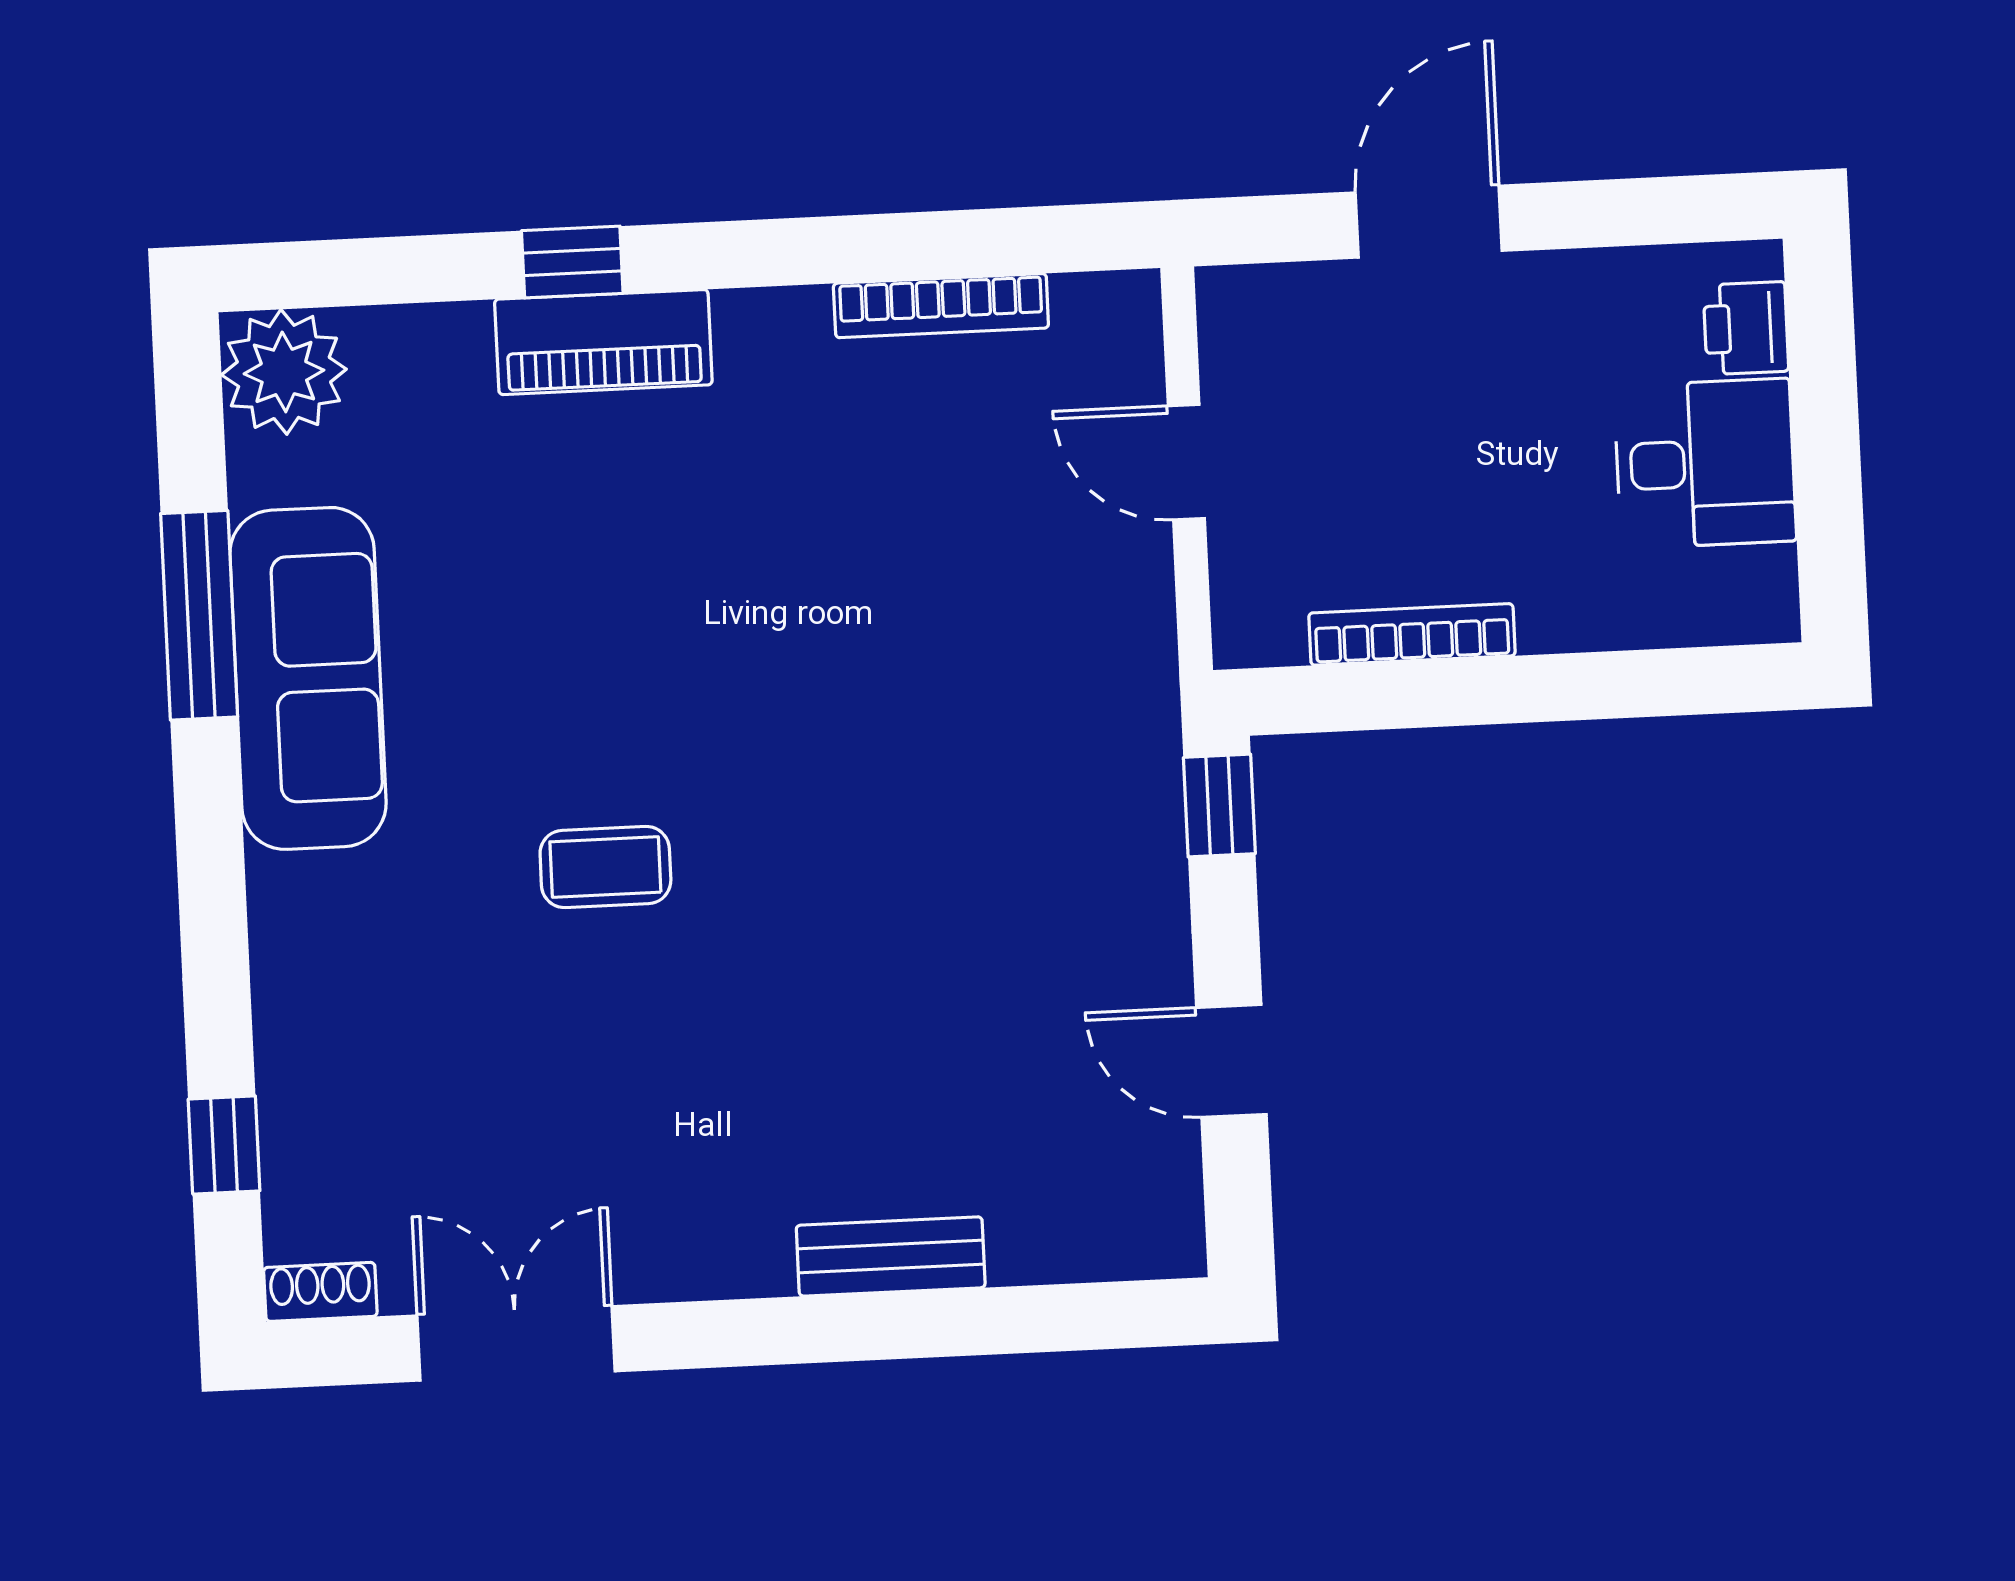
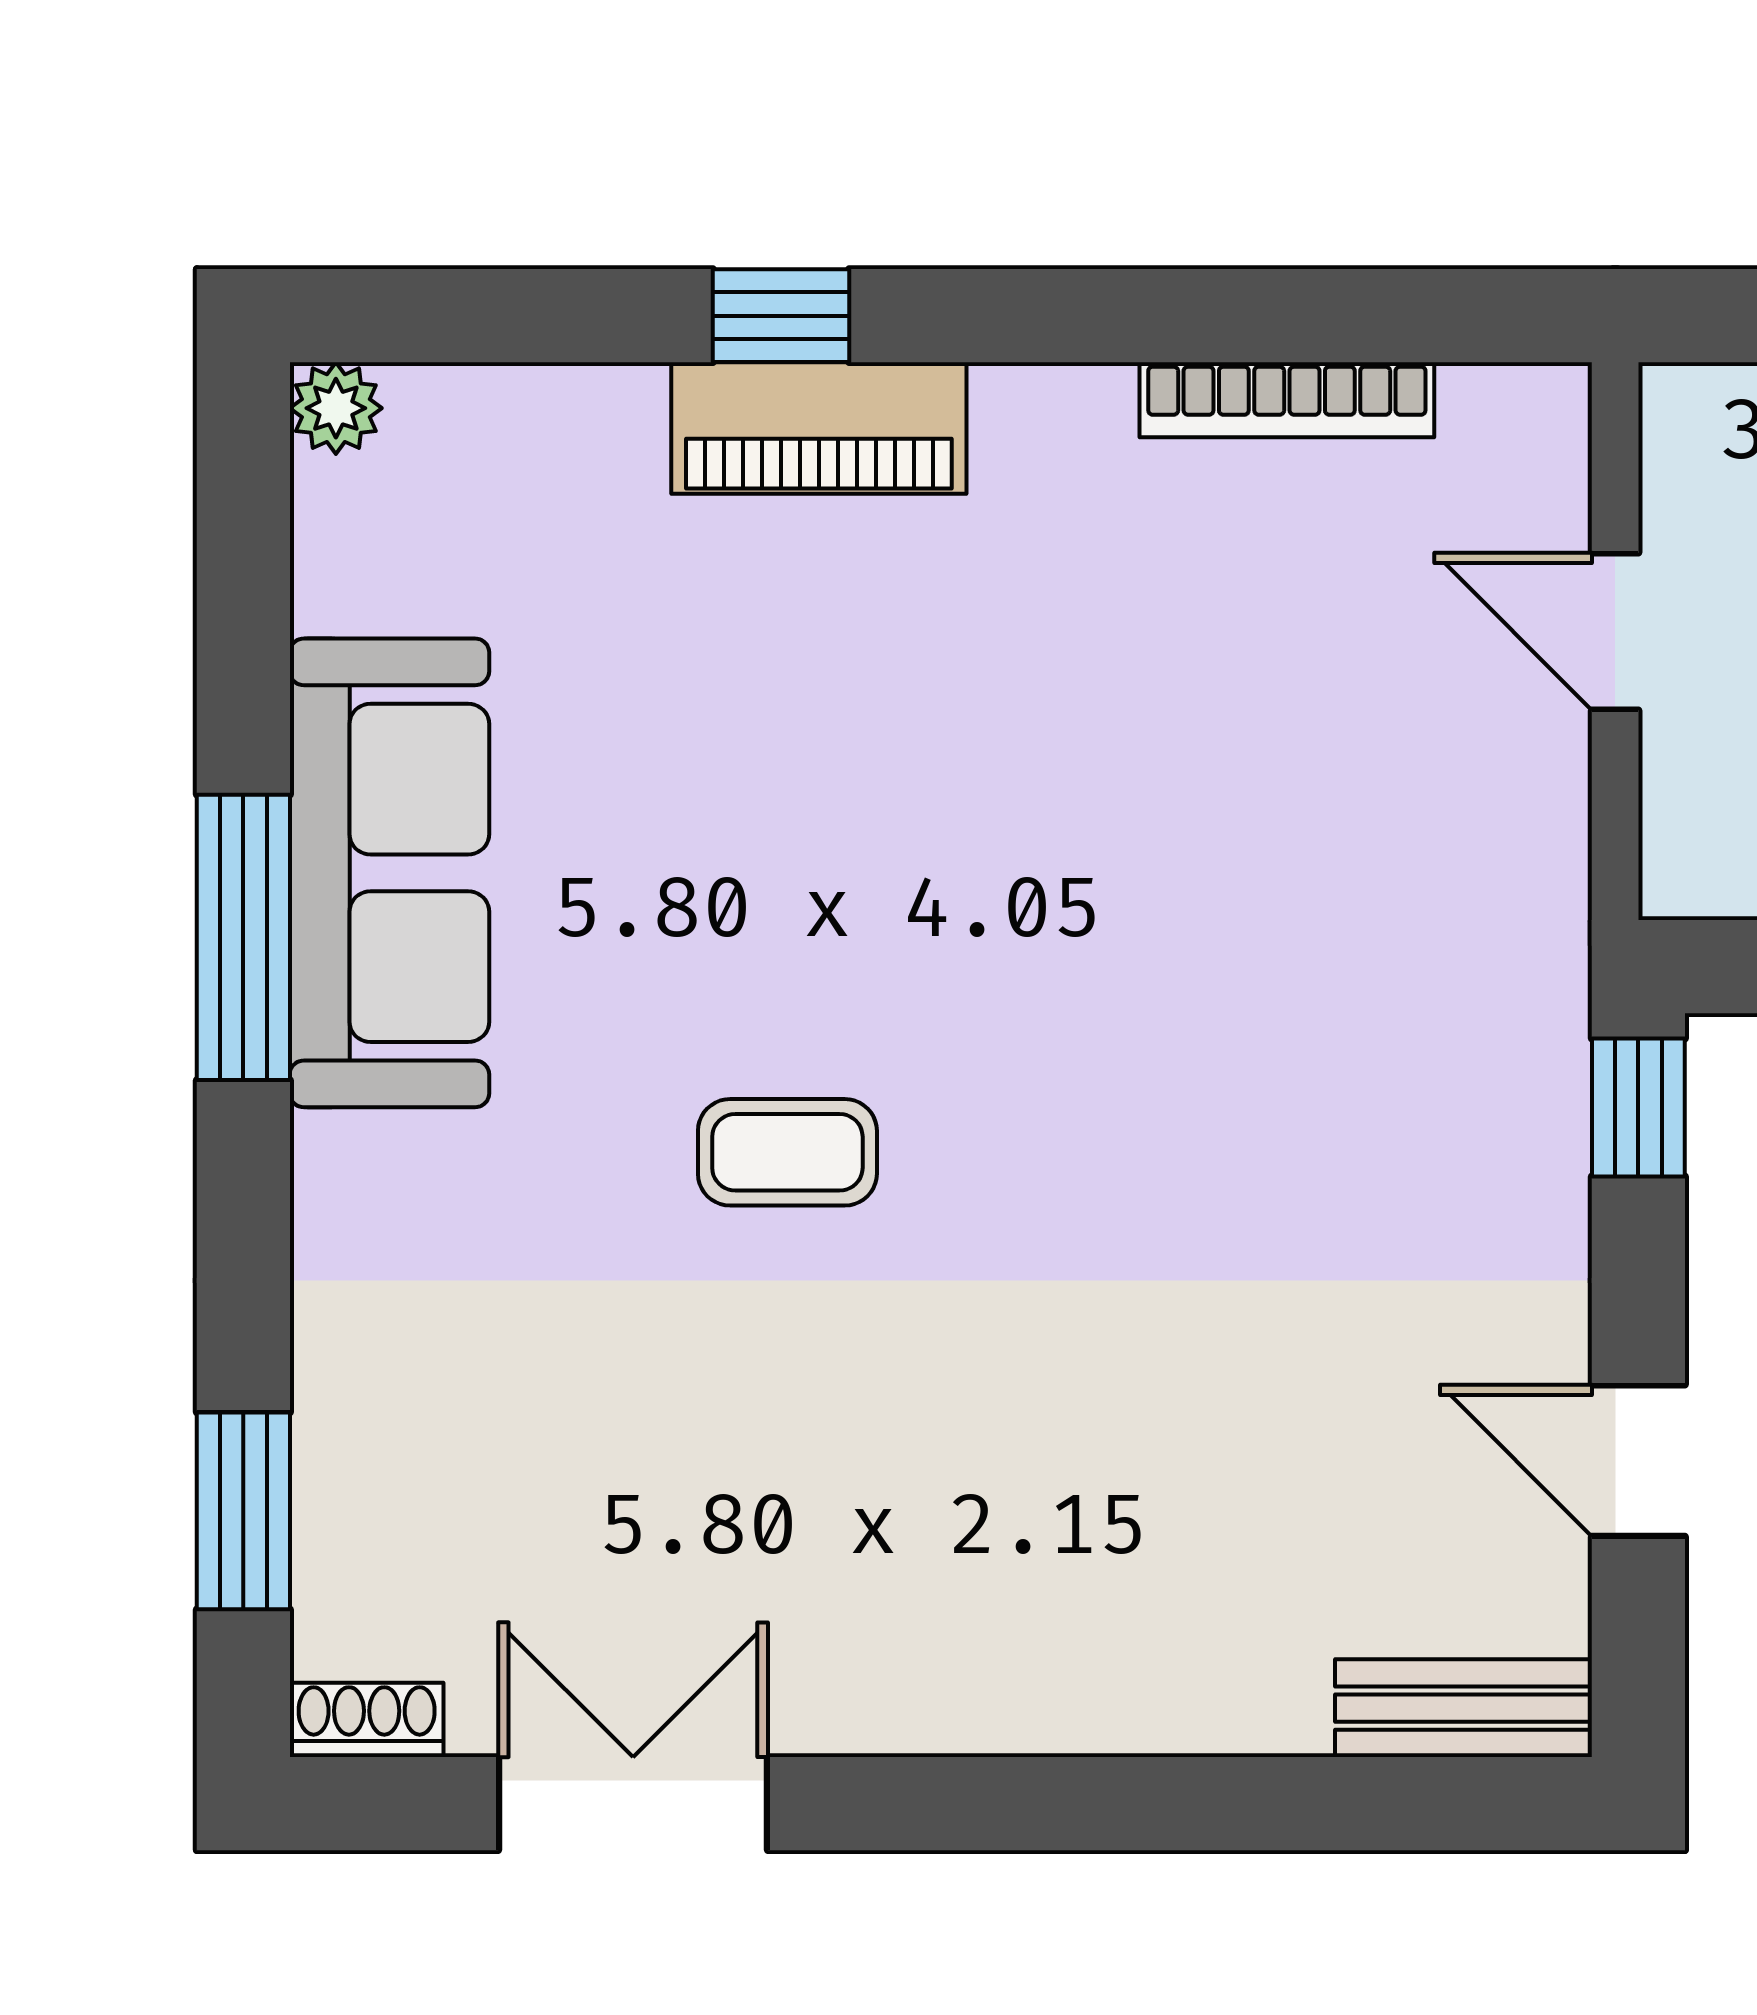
plant: (284, 372) -> (336, 408), width x0.53, depth x0.53
window: (199, 615) -> (243, 937), moved
window: (224, 1145) -> (243, 1511), width x1.50
bench: (891, 1256) -> (1463, 1708), moved

